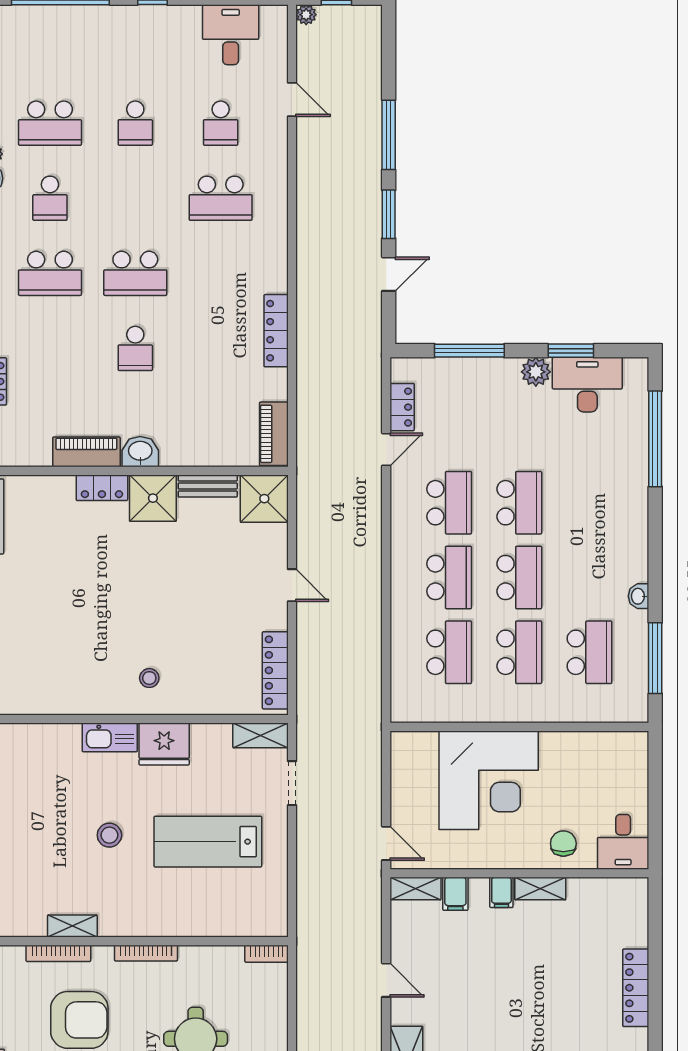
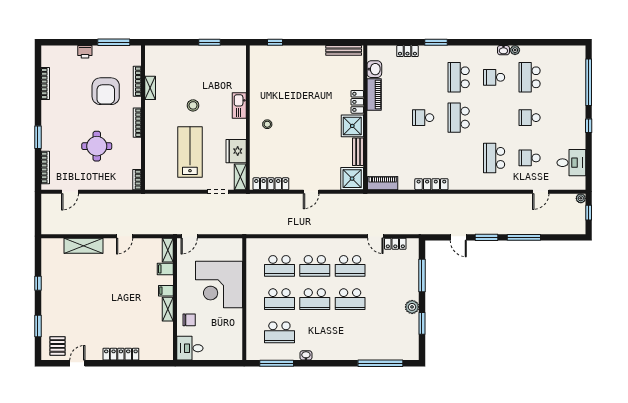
desk: (587, 385) -> (406, 331), removed
washbasin: (140, 452) -> (374, 69), moved
fridge: (164, 744) -> (236, 151), moved

